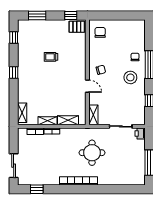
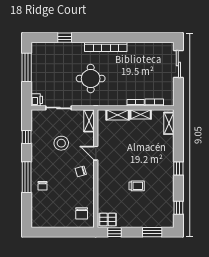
stool: (130, 77) -> (61, 143), moved
window: (37, 189) -> (65, 38), moved

